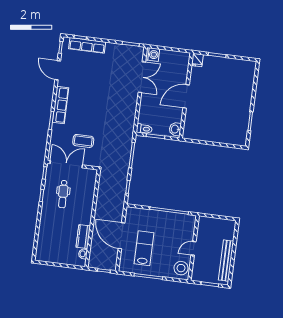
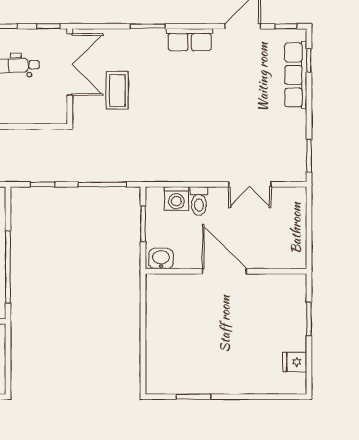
washing machine: (153, 54) -> (176, 199), moved
fridge: (197, 60) -> (295, 362), moved
double door: (142, 77) -> (250, 184), width x0.73
row of seats: (60, 105) -> (190, 40), width x0.68
toilet: (144, 129) -> (199, 201), moved

